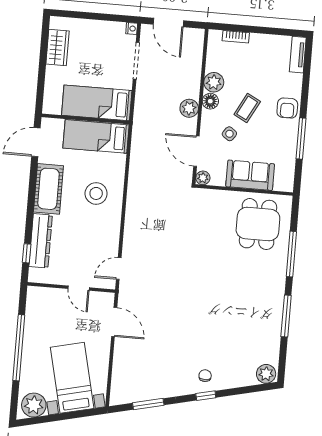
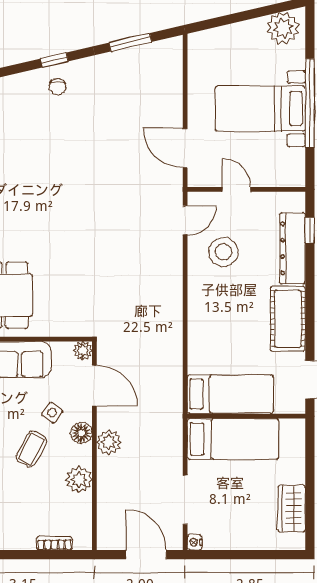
floor lamp: (210, 101) -> (81, 433), moved
stool: (96, 193) -> (223, 252), moved
bed with nightstands: (72, 378) -> (260, 109), moved, turned 103

